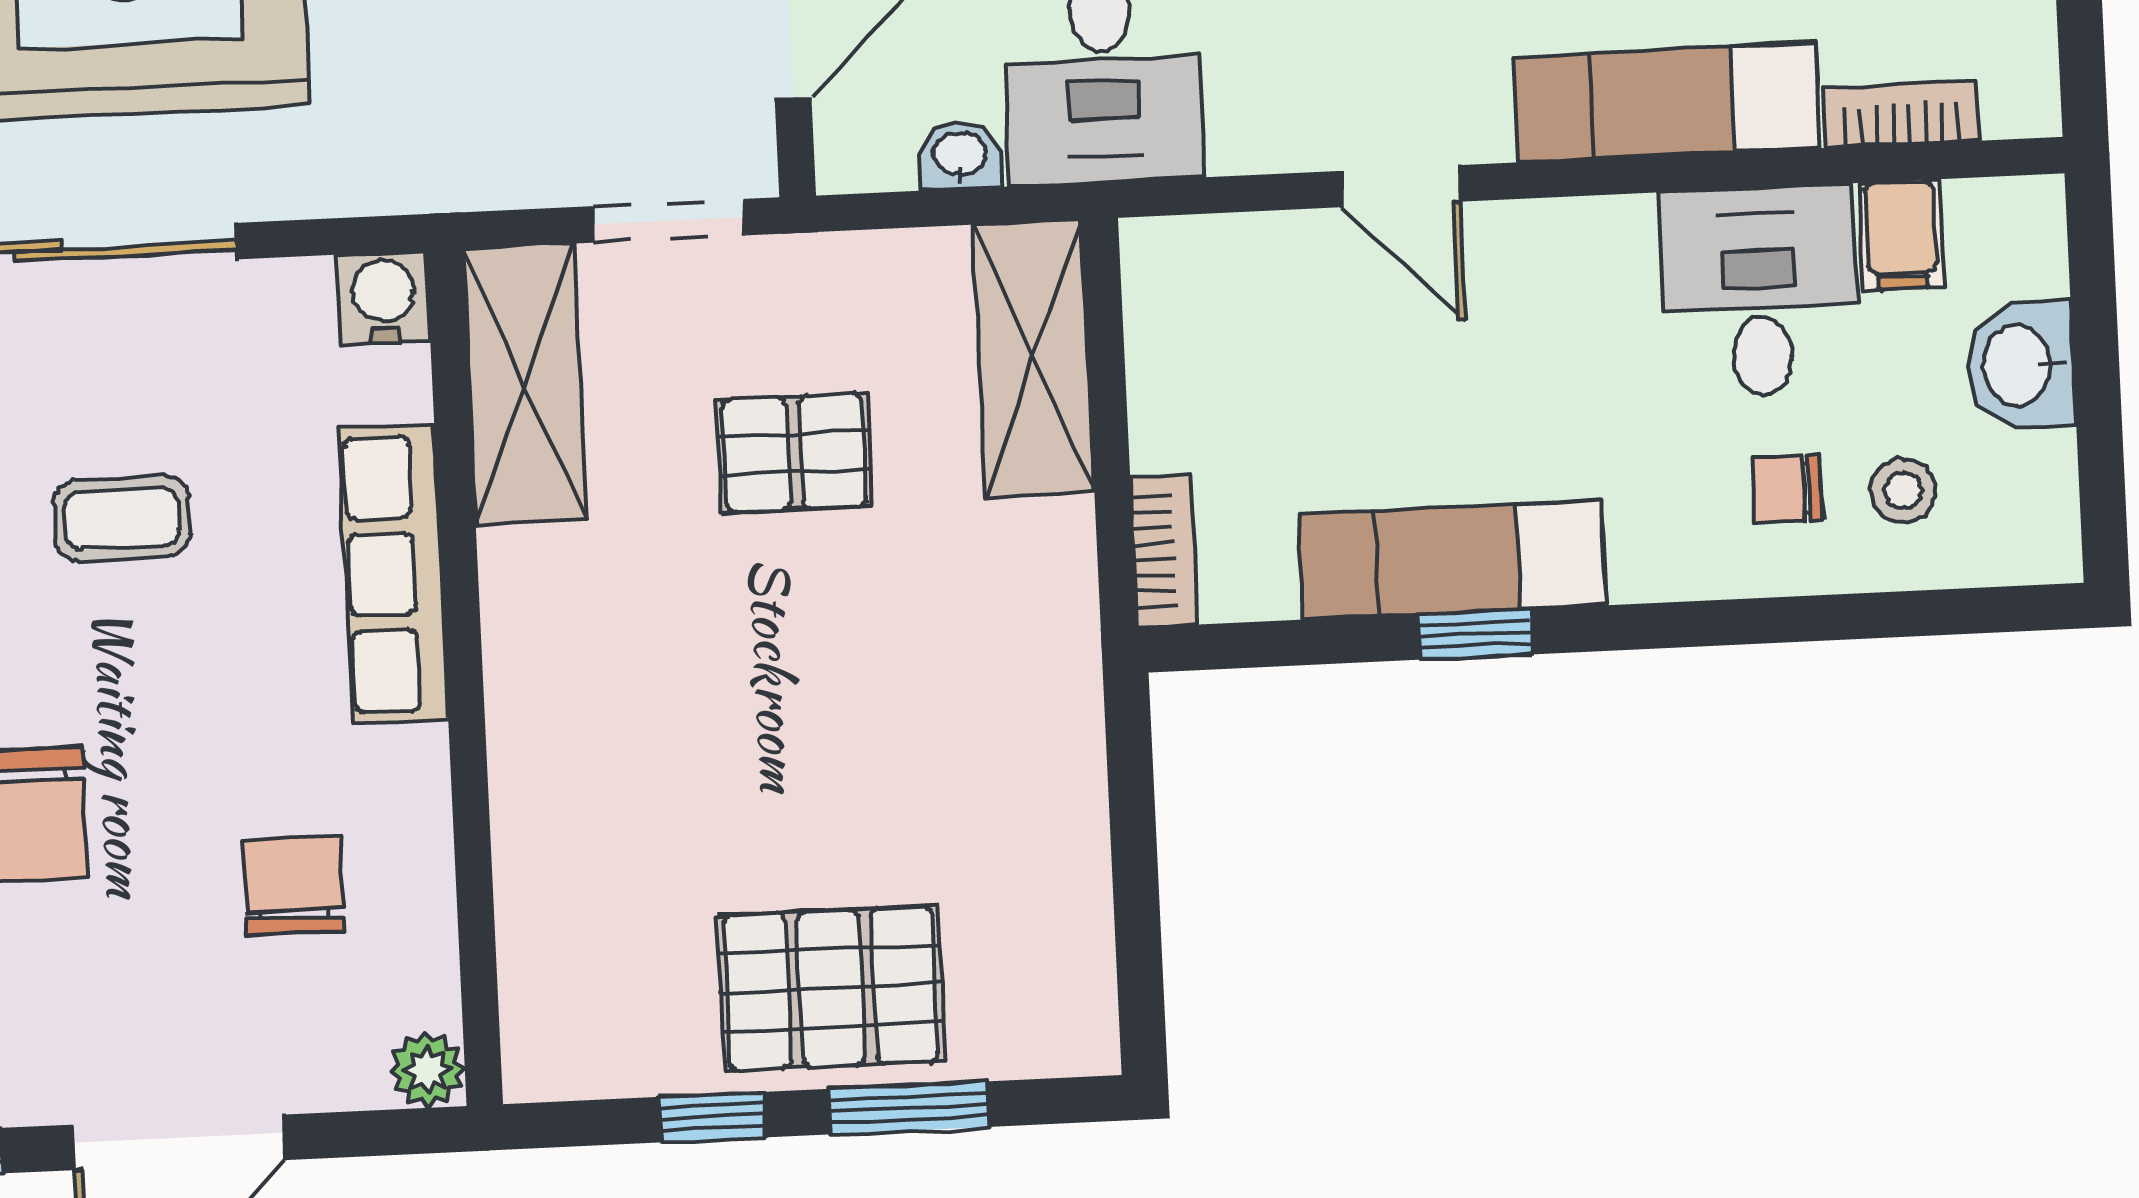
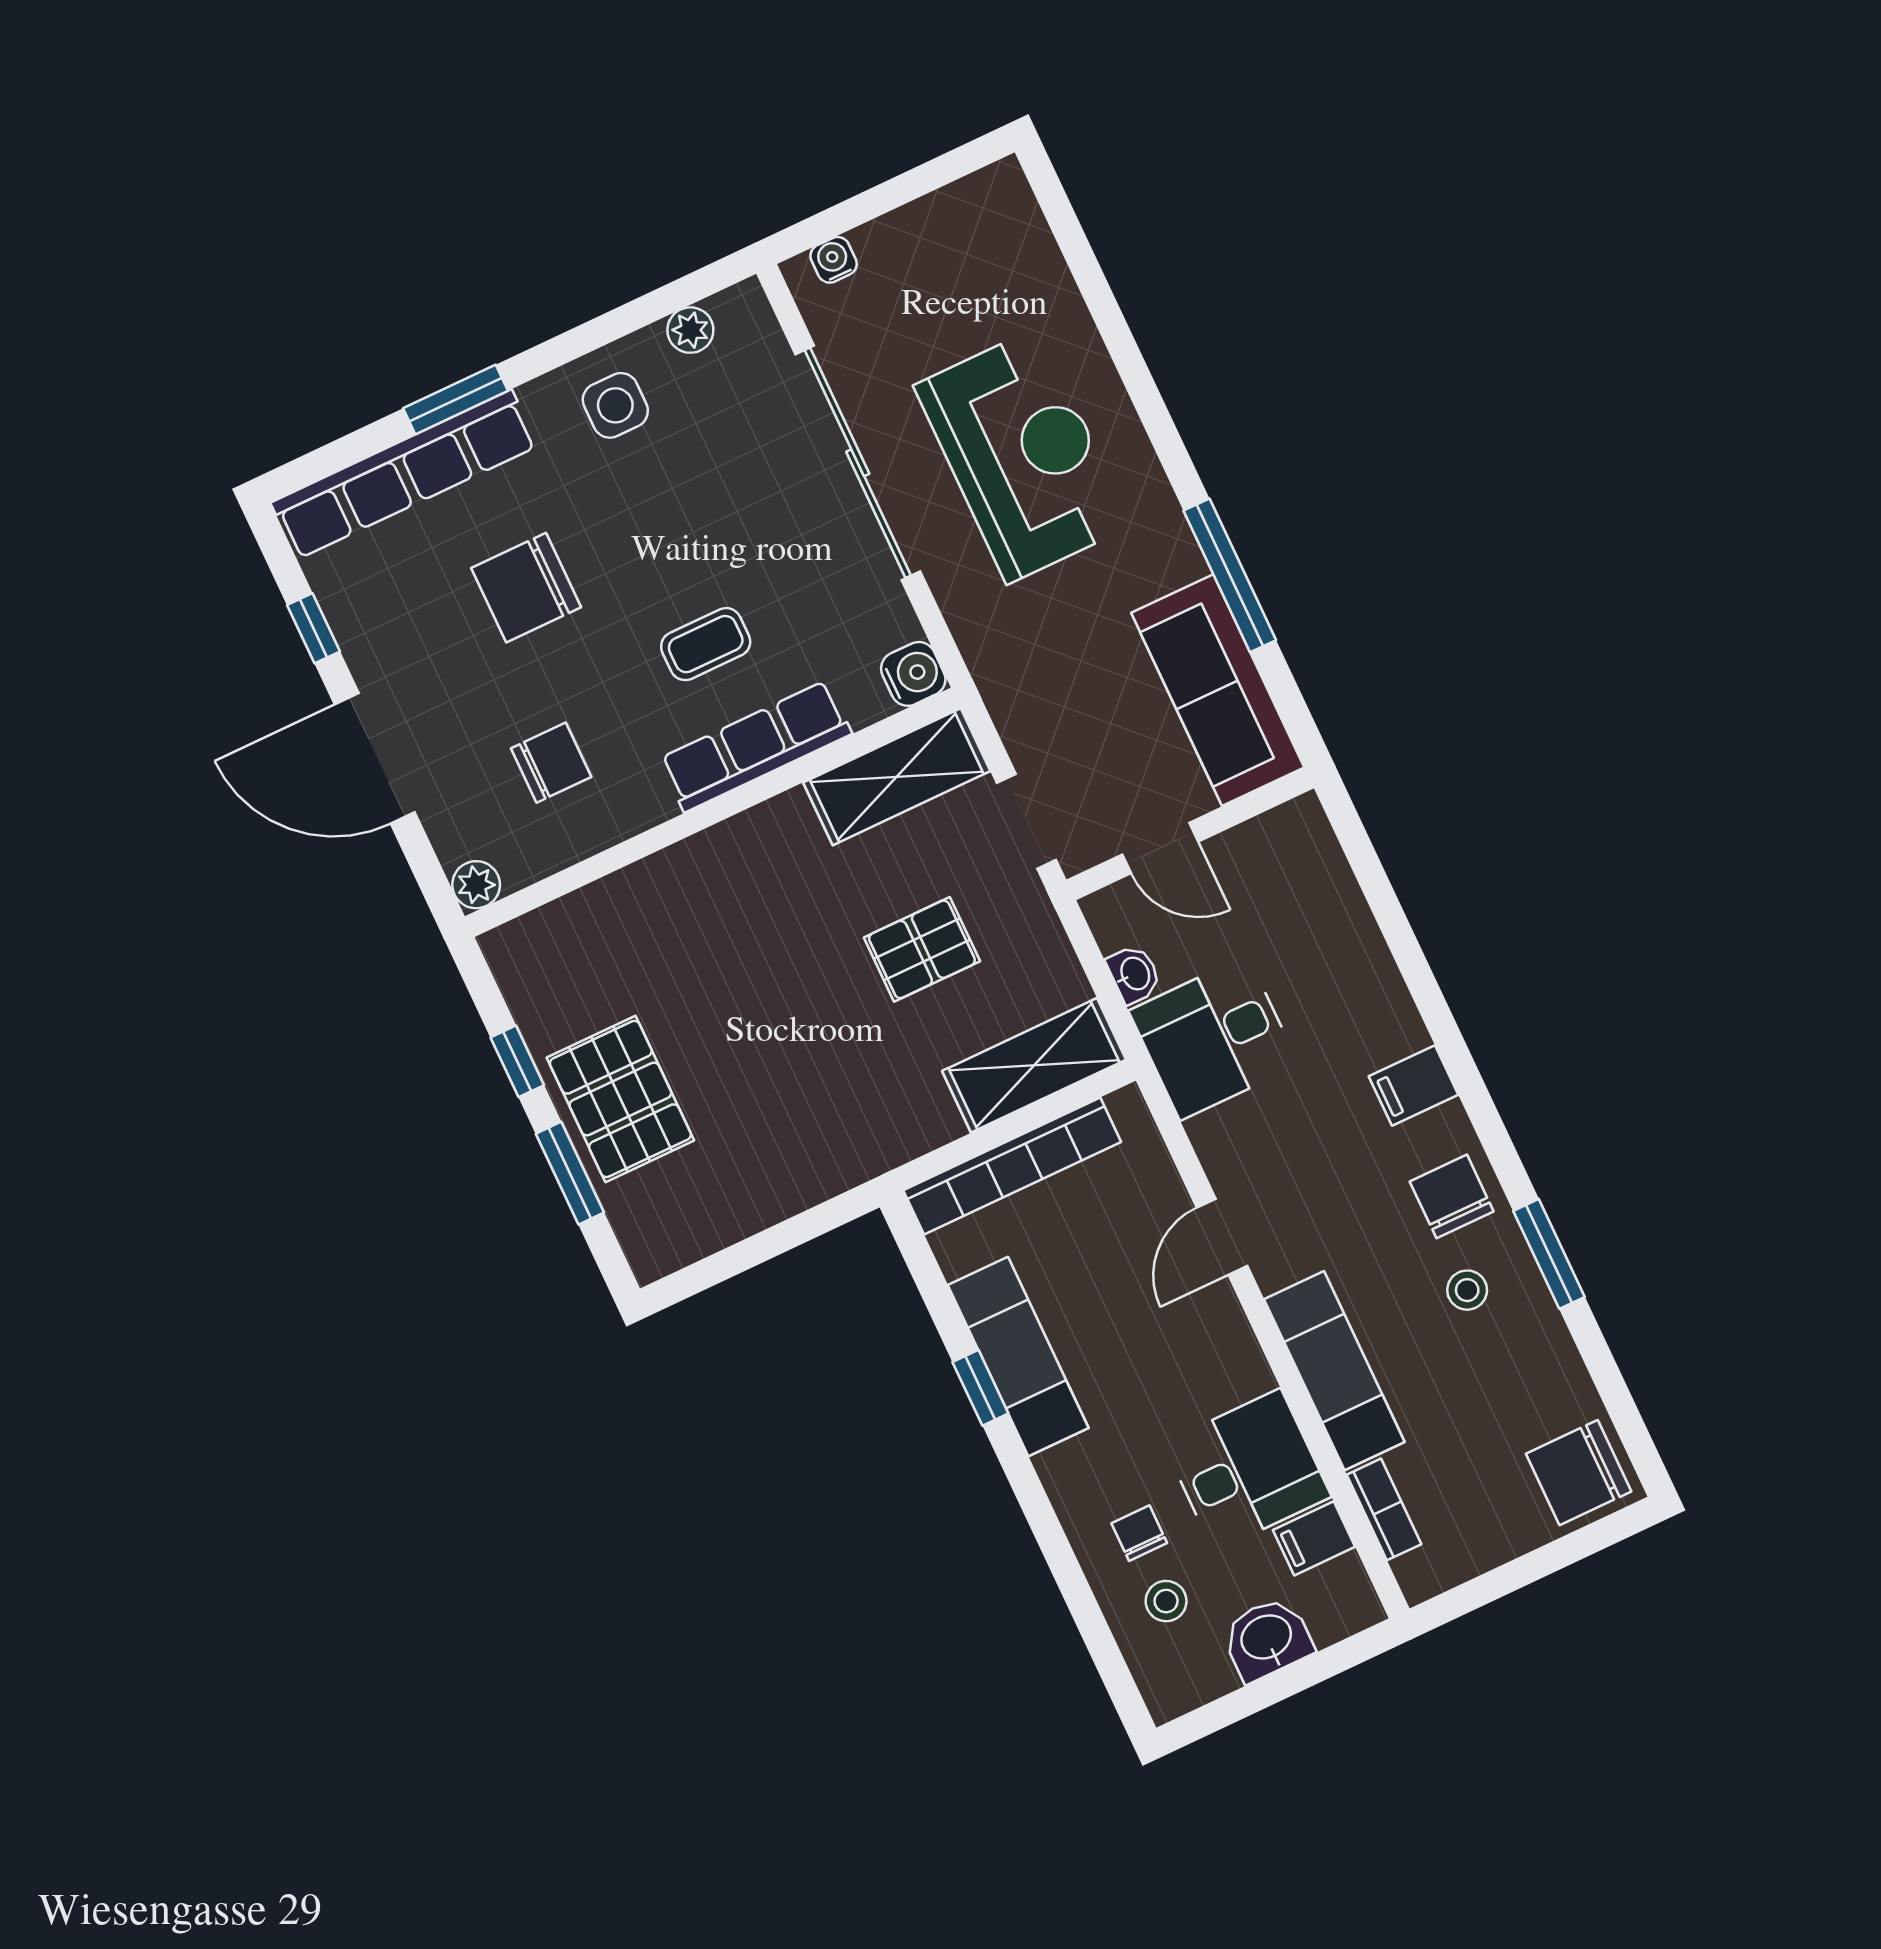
pallet: (794, 453) -> (922, 949), turned 90
coffee table: (122, 519) -> (706, 644), moved, turned 90
bookcase: (1164, 551) -> (1012, 1166), width x2.31, depth x1.31

